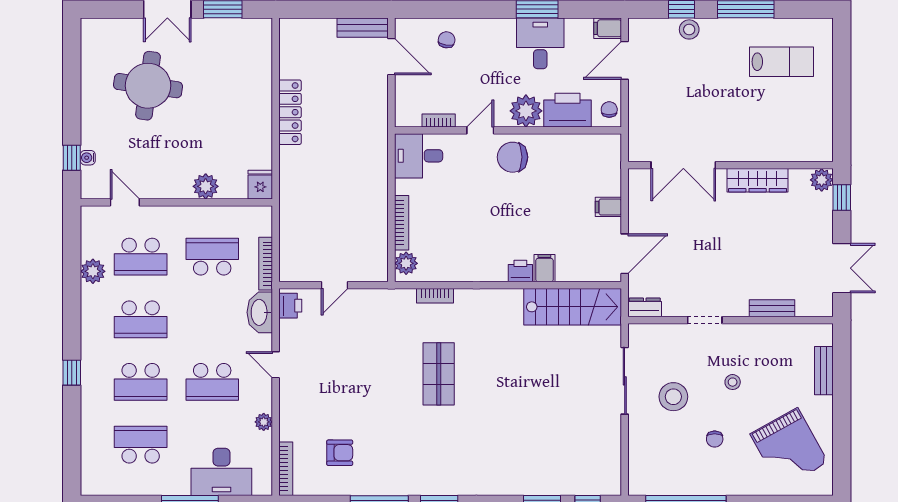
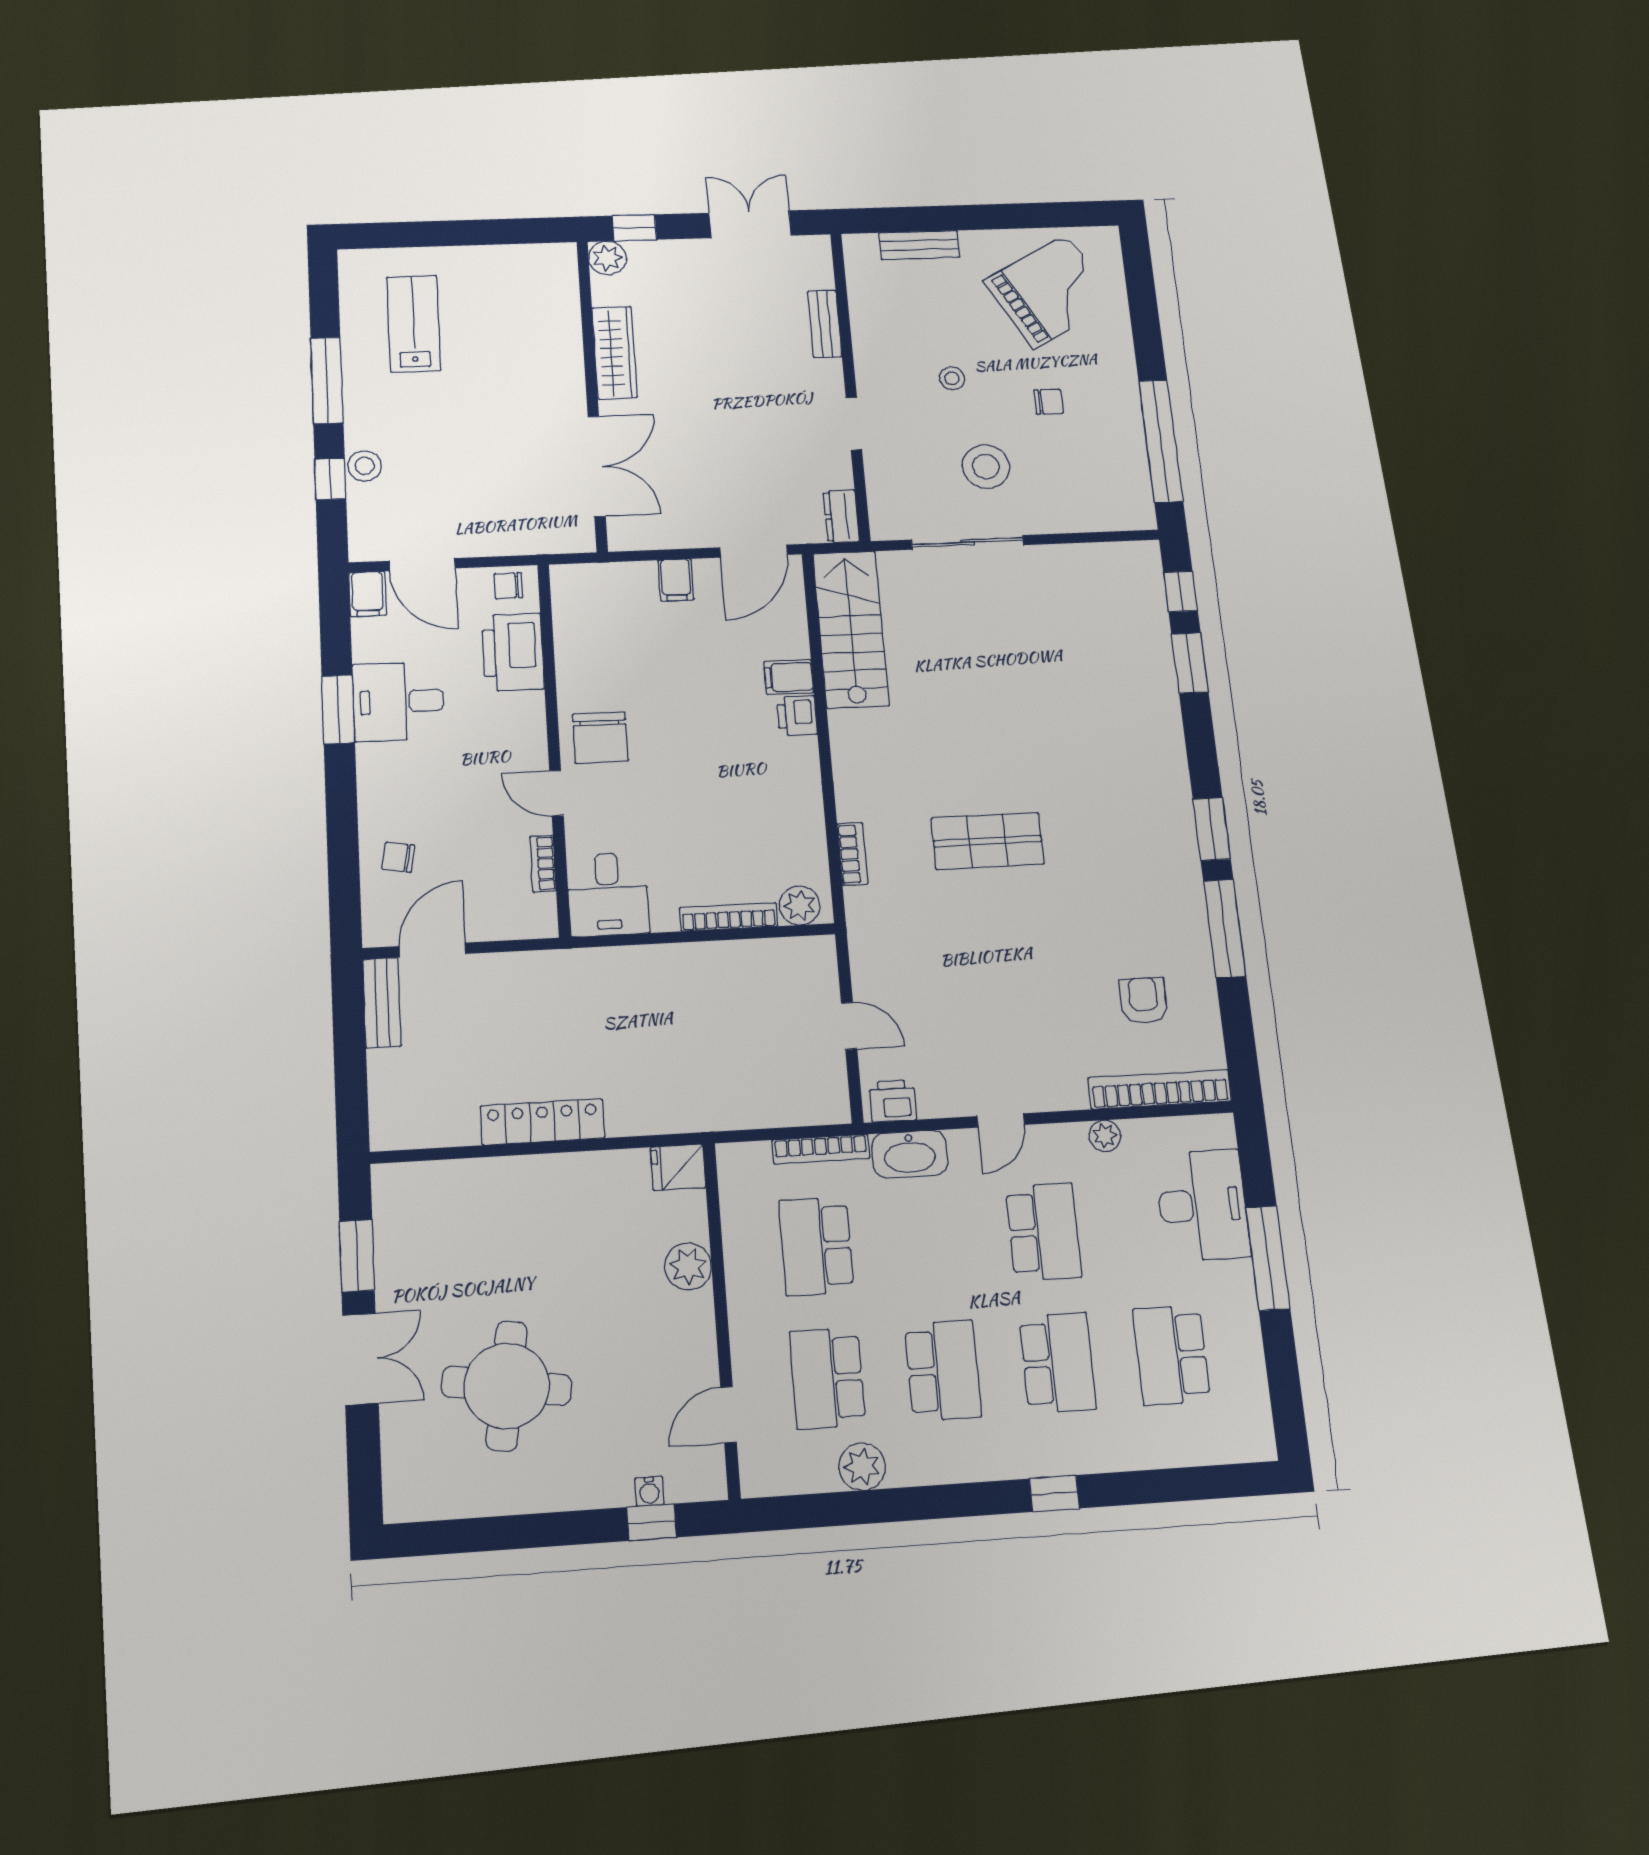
plant: (526, 111) -> (518, 719), removed
door: (625, 254) -> (754, 551), swing flipped
school desk: (141, 257) -> (827, 1378), turned 180
bookcase: (286, 469) -> (1160, 1089), width x1.48, depth x1.31

